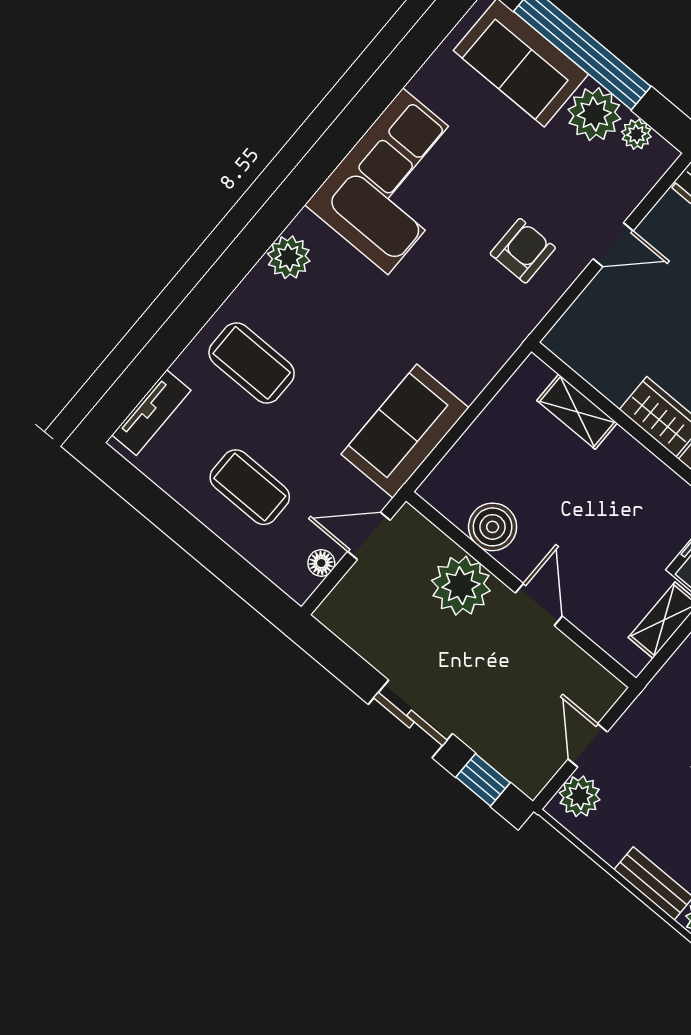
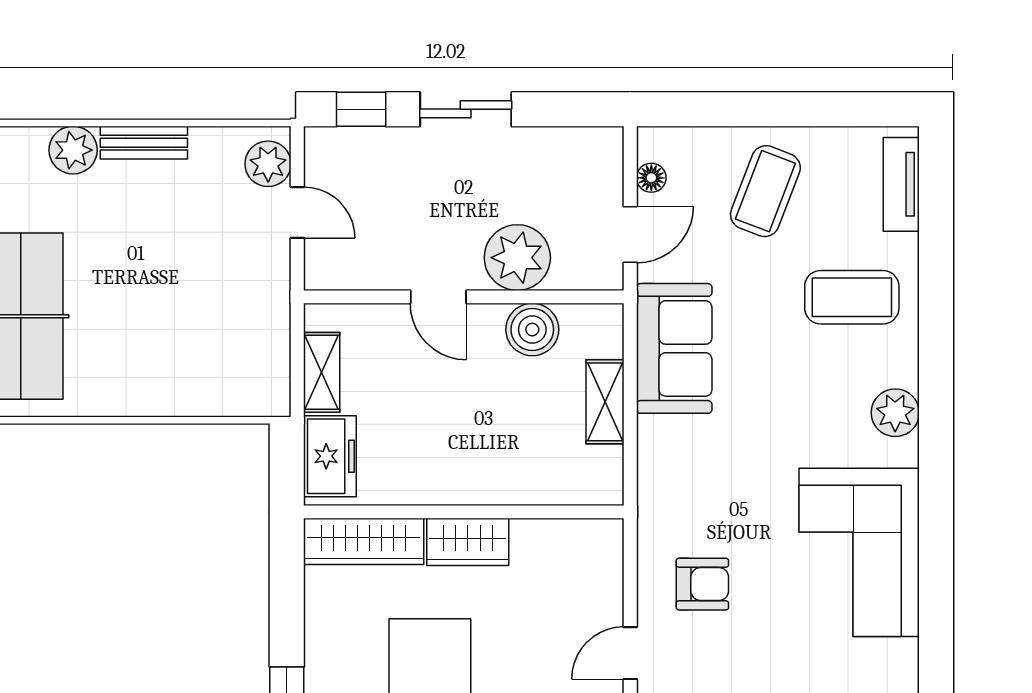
armchair: (523, 251) -> (702, 584), turned -90
shelving: (577, 412) -> (605, 402), moved, turned 90
coffee table: (250, 487) -> (765, 191), turned -69

